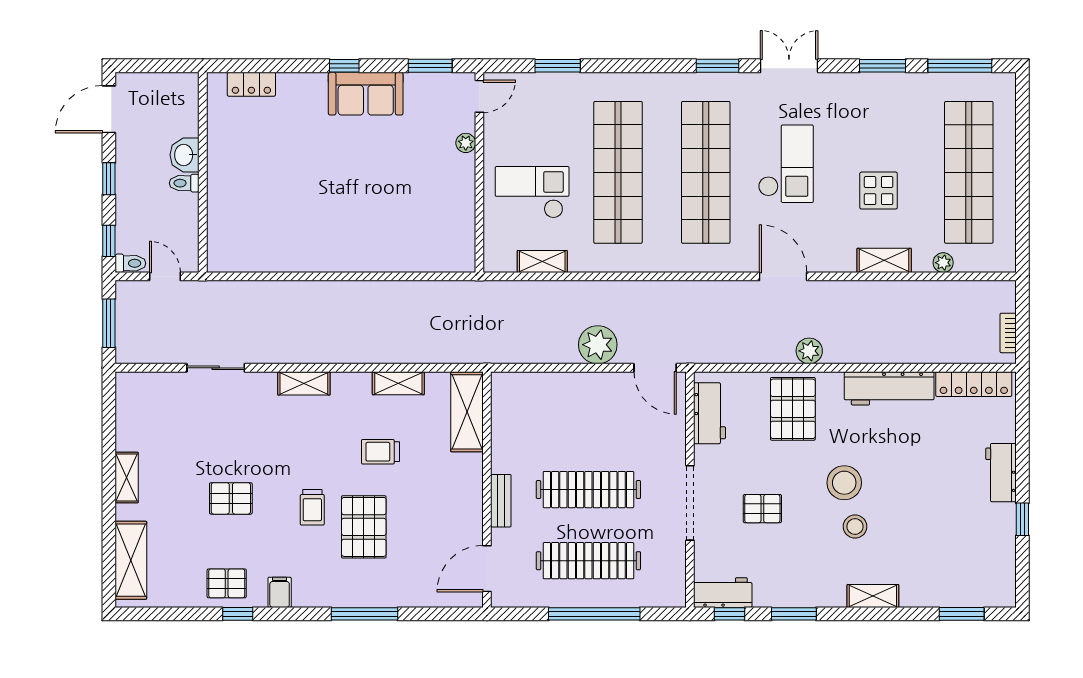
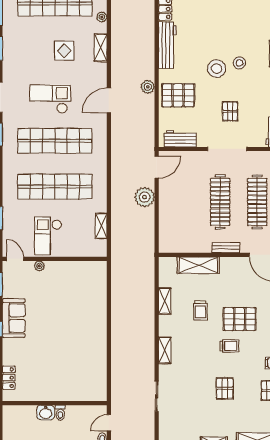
checkout: (532, 192) -> (48, 236), moved
shelving: (467, 412) -> (198, 265), moved

